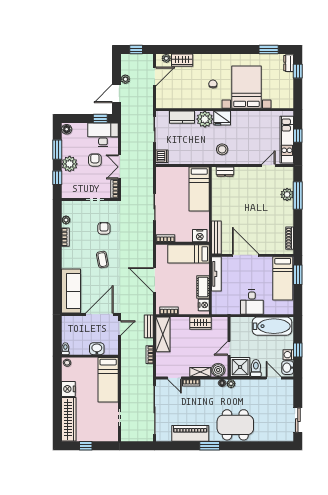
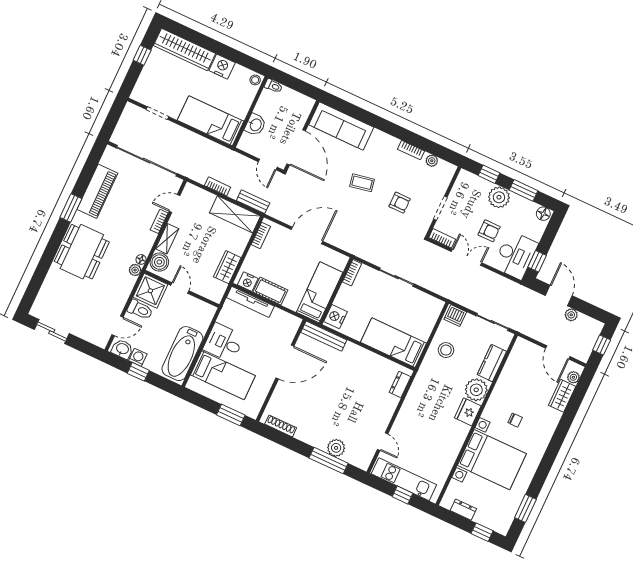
dresser: (289, 63) -> (463, 510), moved
stool: (222, 149) -> (446, 350), moved
tv unit: (216, 274) -> (250, 302), moved
bed: (283, 278) -> (223, 375), moved, turned 180

